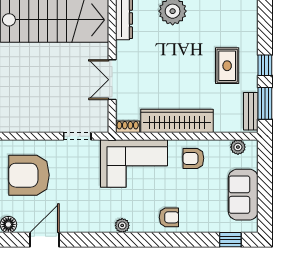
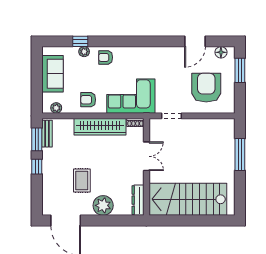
rug: (227, 66) -> (82, 180), moved
armchair: (193, 158) -> (88, 100), turned 180
armchair: (29, 175) -> (206, 88), turned -90
plant: (122, 225) -> (84, 52), moved
window: (230, 240) -> (80, 41), moved

